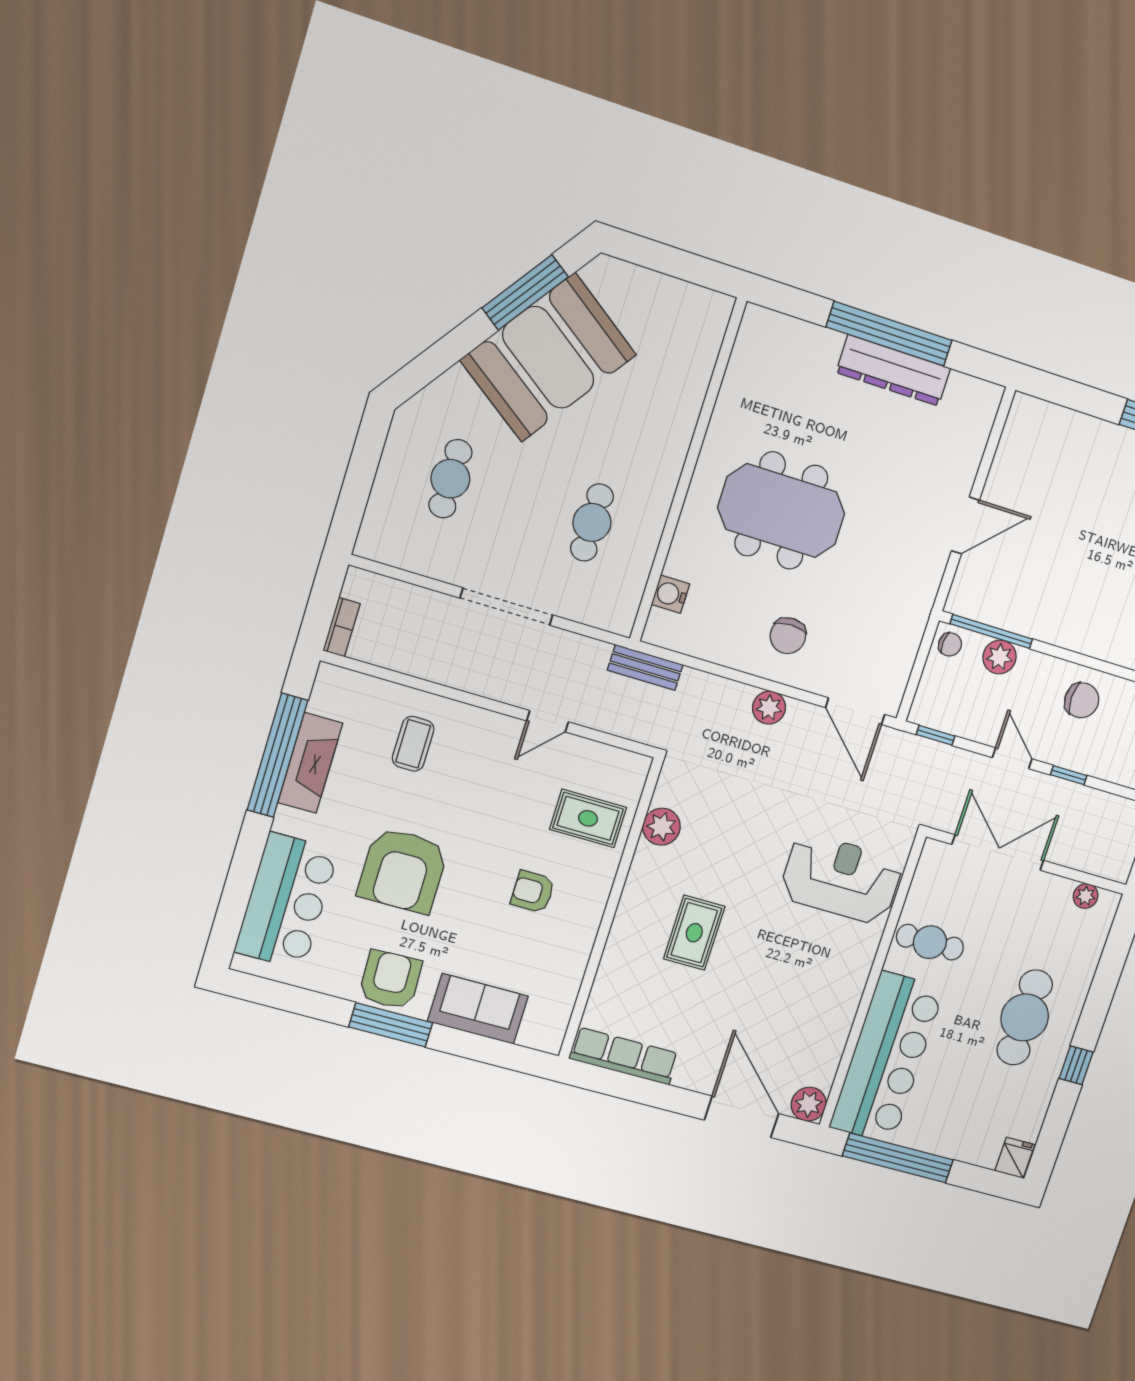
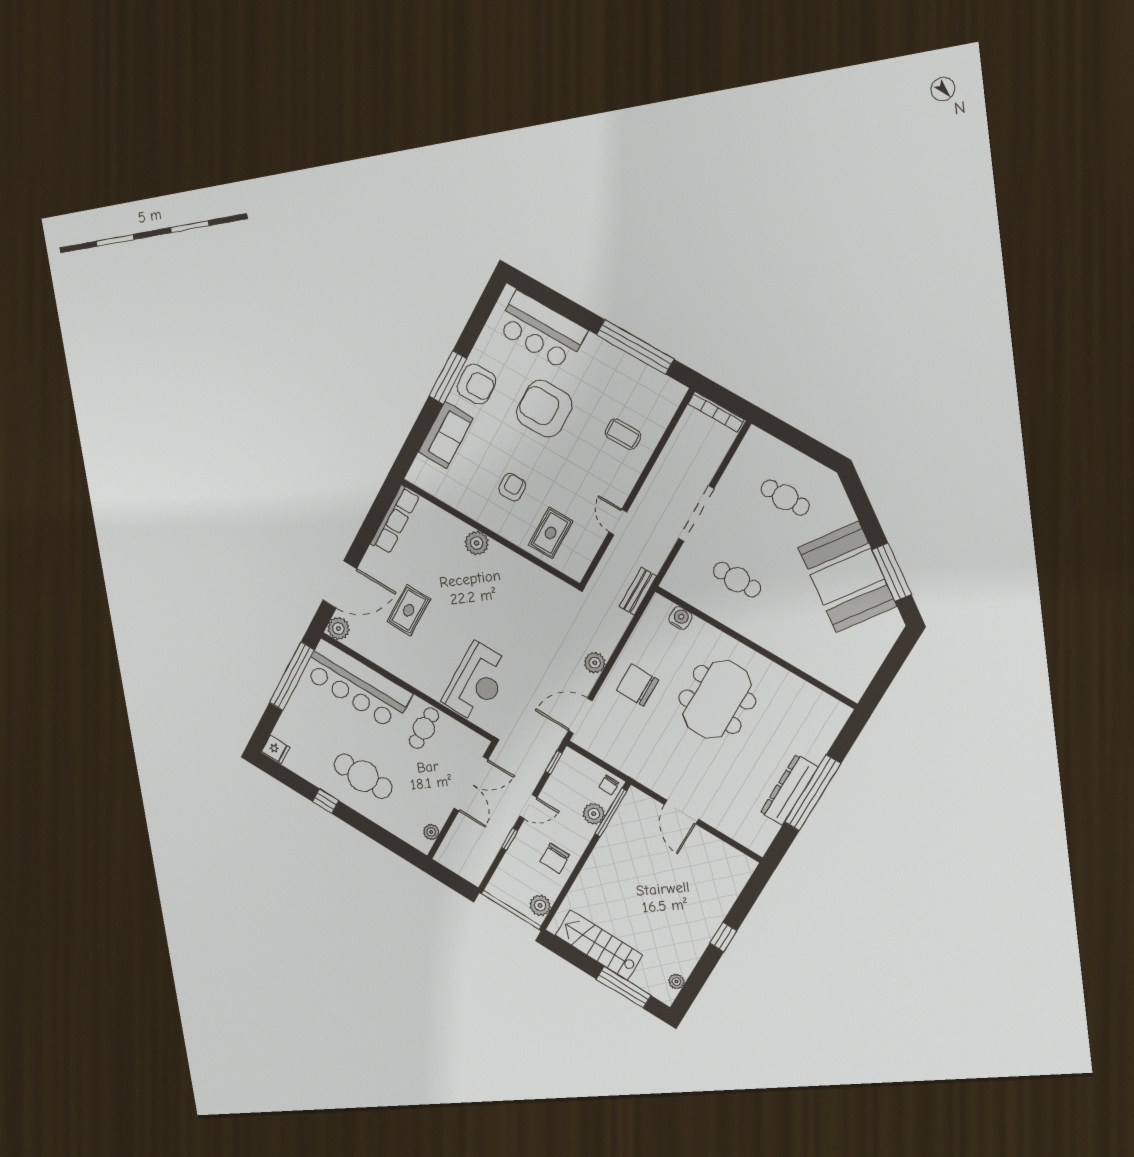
bookcase: (341, 627) -> (716, 412), width x1.56
chair: (788, 636) -> (637, 685), width x1.37, depth x1.37
fireplace: (310, 763) -> (626, 366), removed
plant: (661, 827) -> (477, 543), moved
rug: (694, 933) -> (409, 610), moved, turned 90

